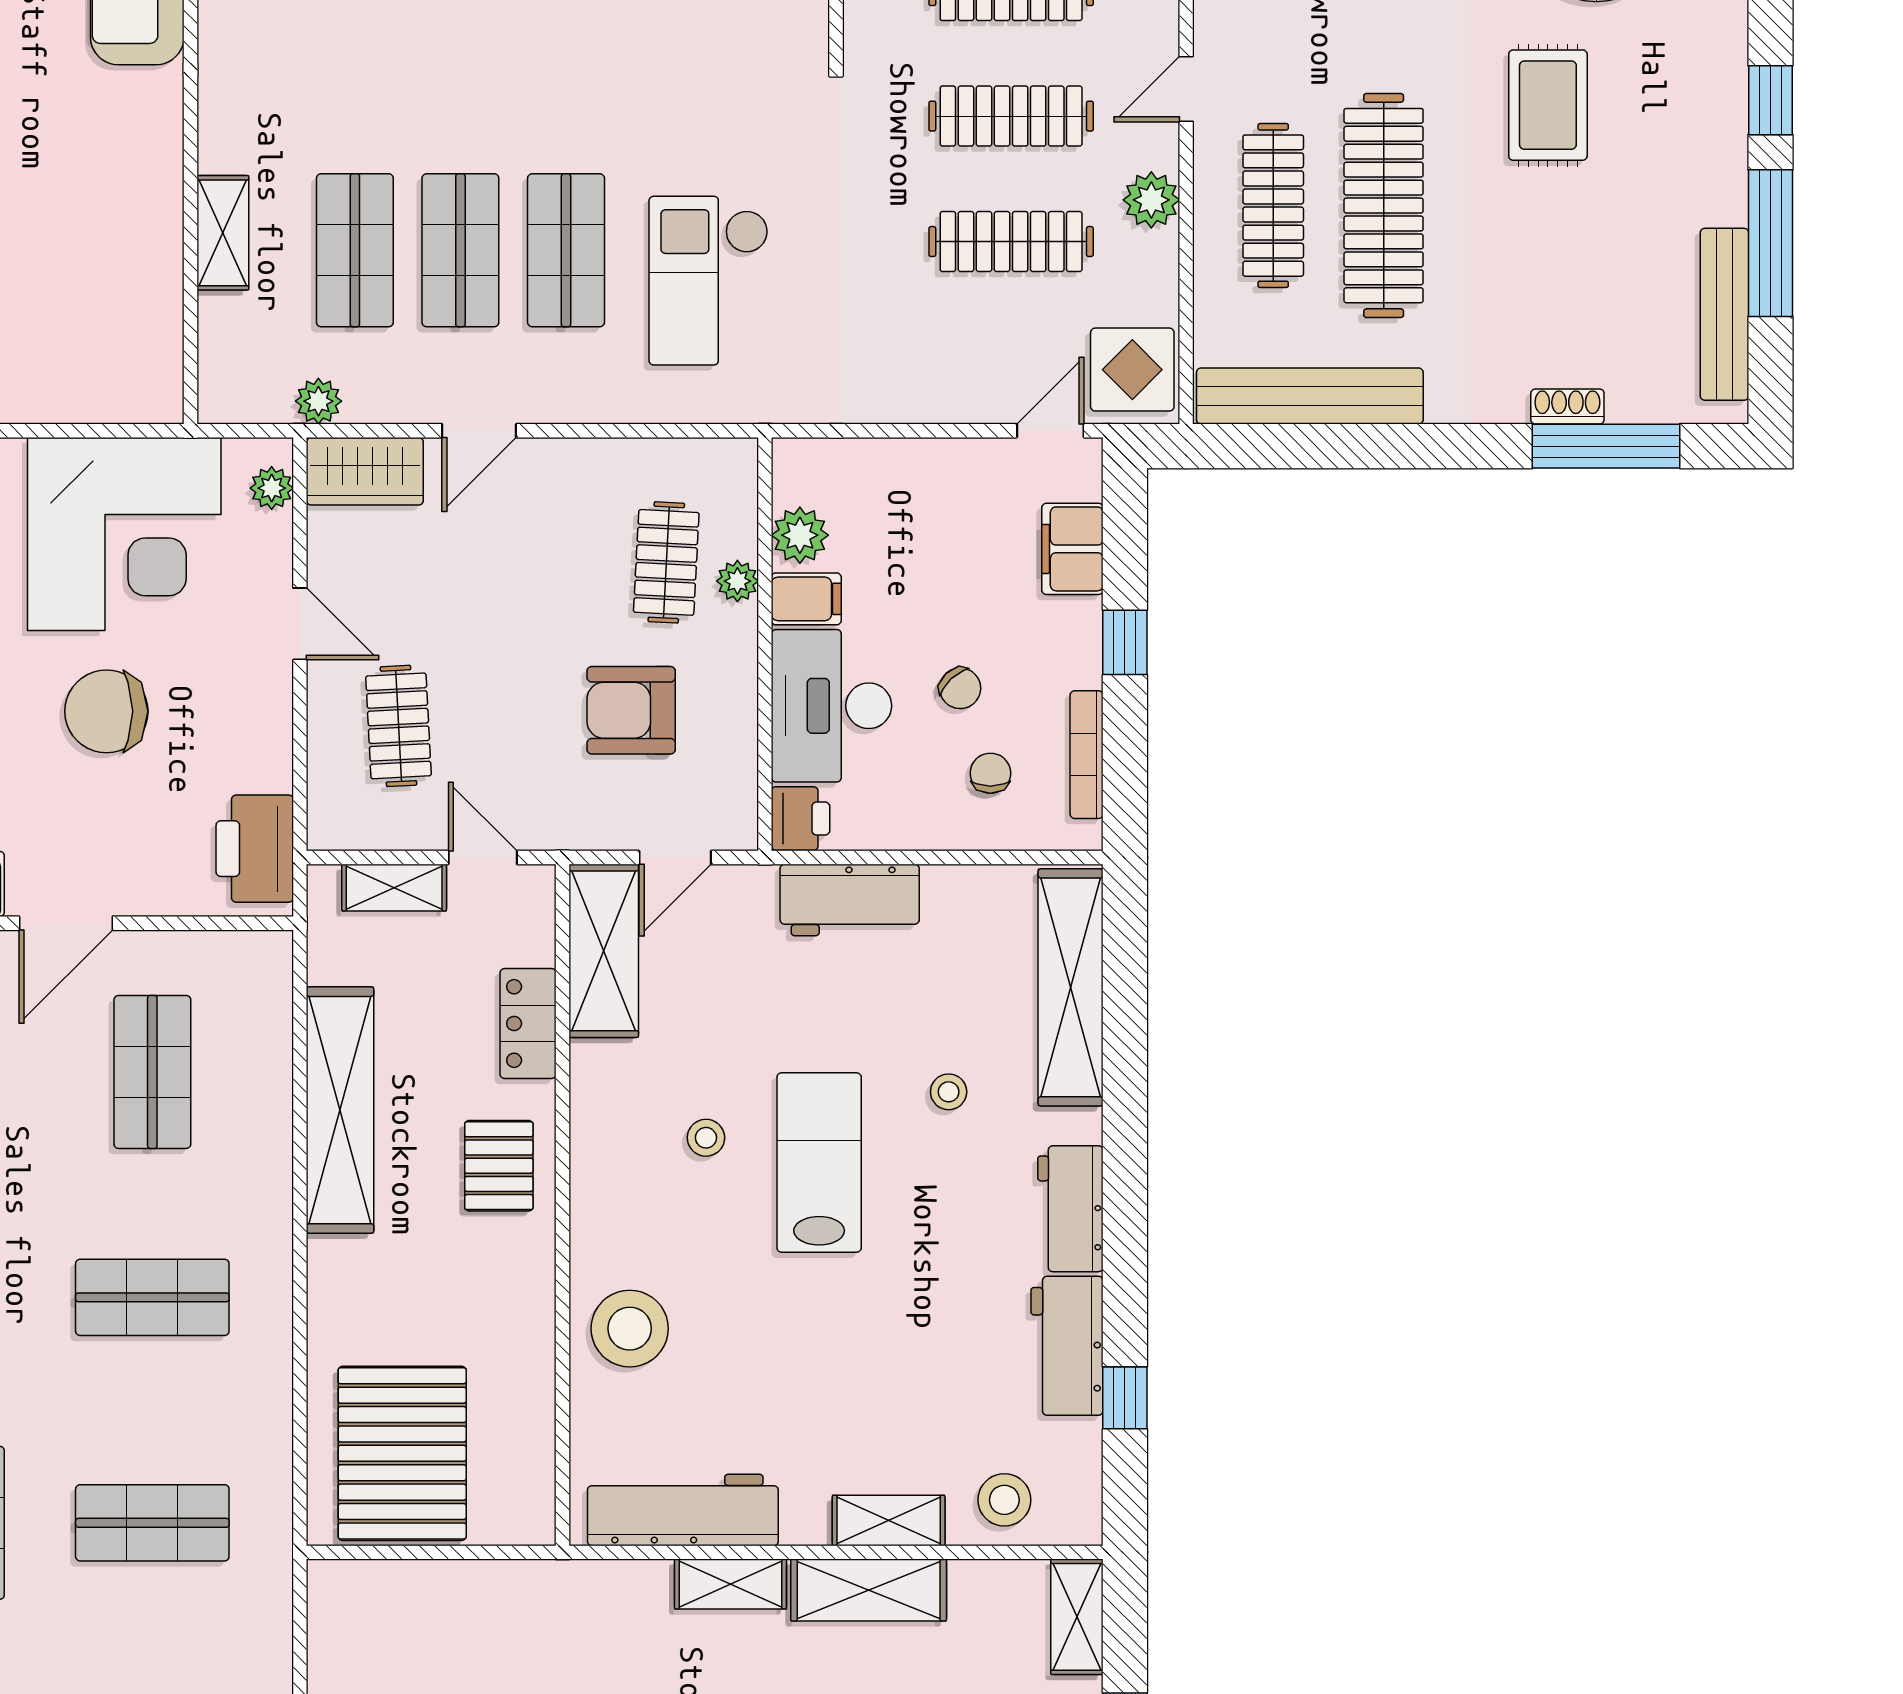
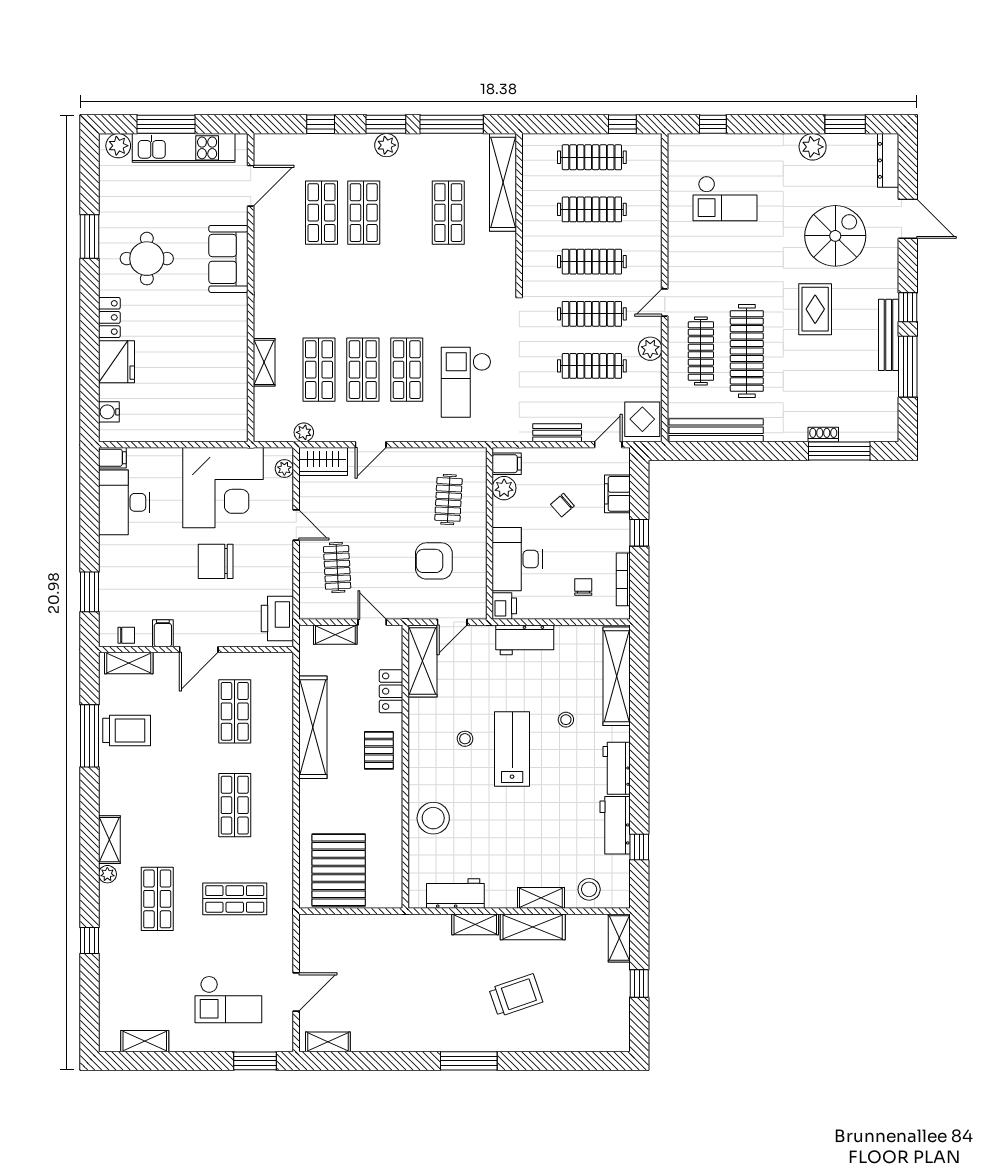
bench: (1724, 314) -> (889, 335), moved
bench: (927, 402) -> (557, 433), added
plant: (737, 581) -> (478, 507), removed
filing cabinet: (806, 599) -> (507, 464), moved
chair: (960, 688) -> (562, 505), moved, turned 92
shop shelf: (152, 1297) -> (235, 805), turned 90
workbench: (683, 1510) -> (455, 894), width x0.73

